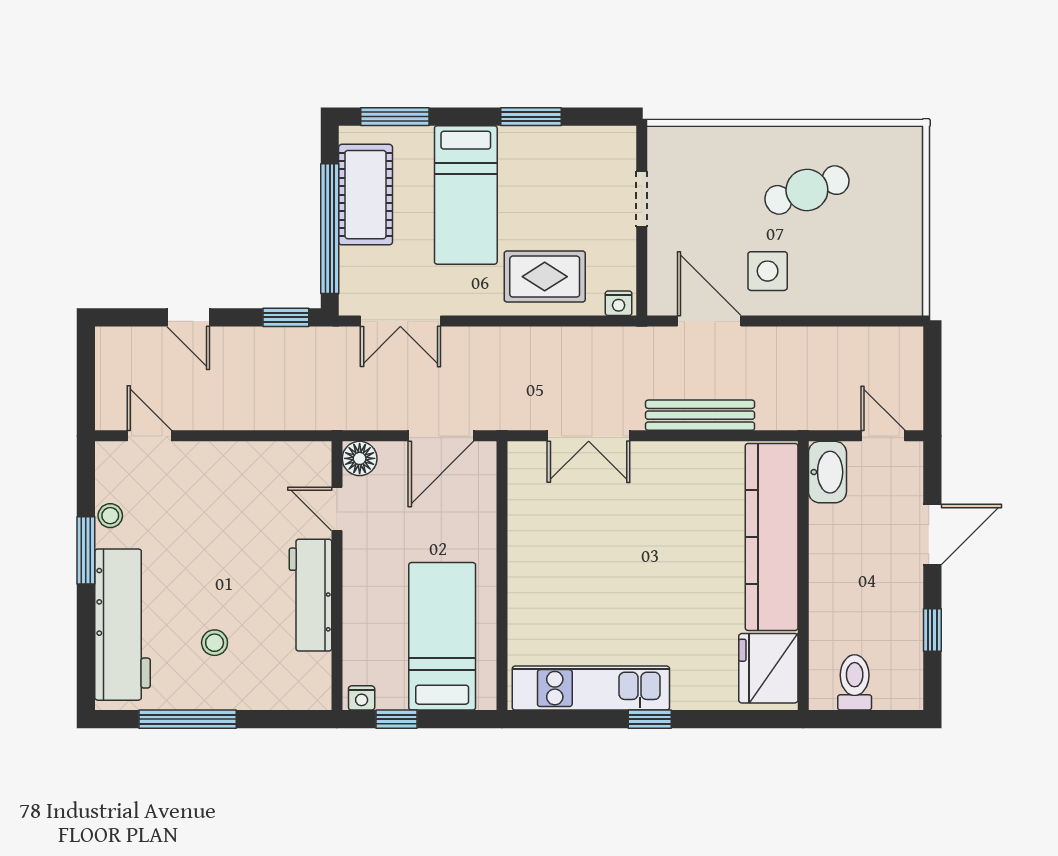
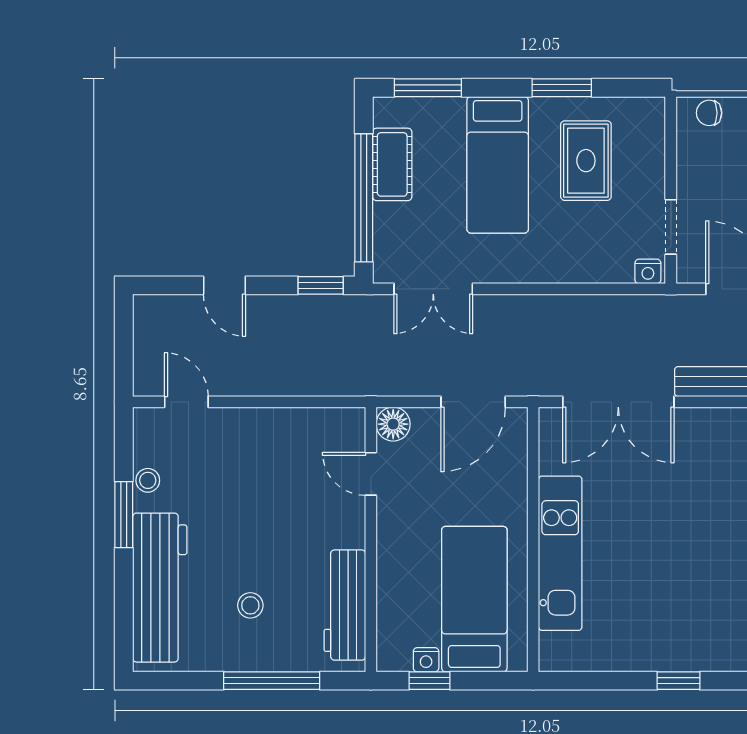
chair: (681, 142) -> (709, 113), added
cot: (366, 195) -> (392, 164), width x0.73, depth x0.75
doorway: (642, 199) -> (671, 227), moved
rug: (545, 277) -> (586, 161), moved, turned 90
double door: (589, 436) -> (618, 402), width x1.37
workbench: (310, 595) -> (345, 605), moved
kitchen unit: (591, 688) -> (560, 553), moved, turned 90
nightstand: (362, 698) -> (426, 660), moved
window: (188, 719) -> (272, 681), moved

